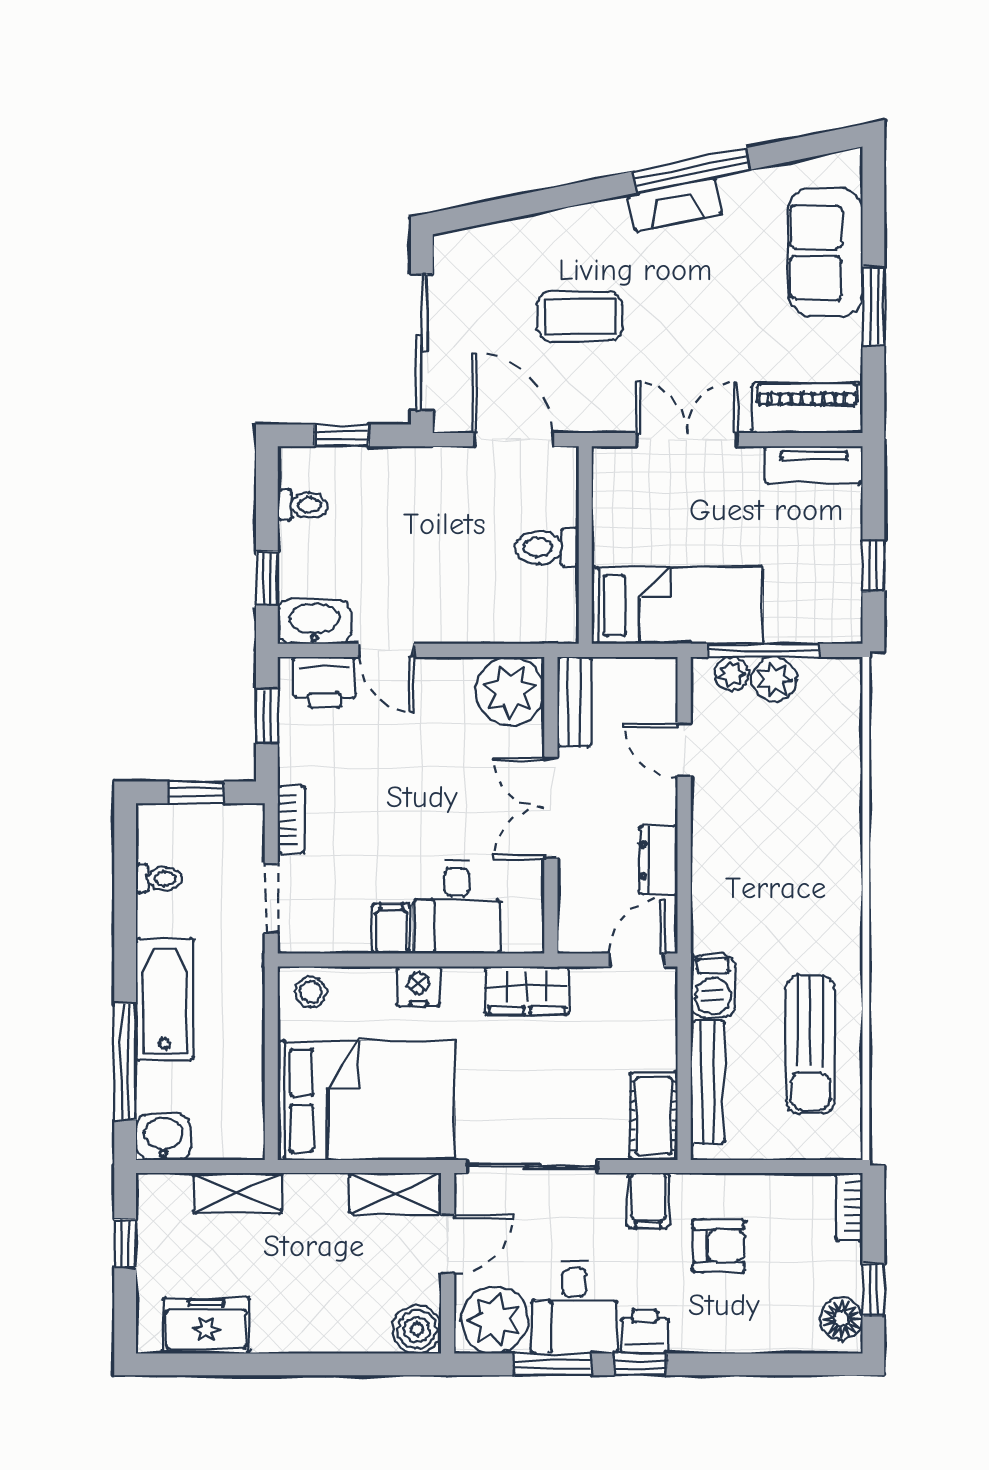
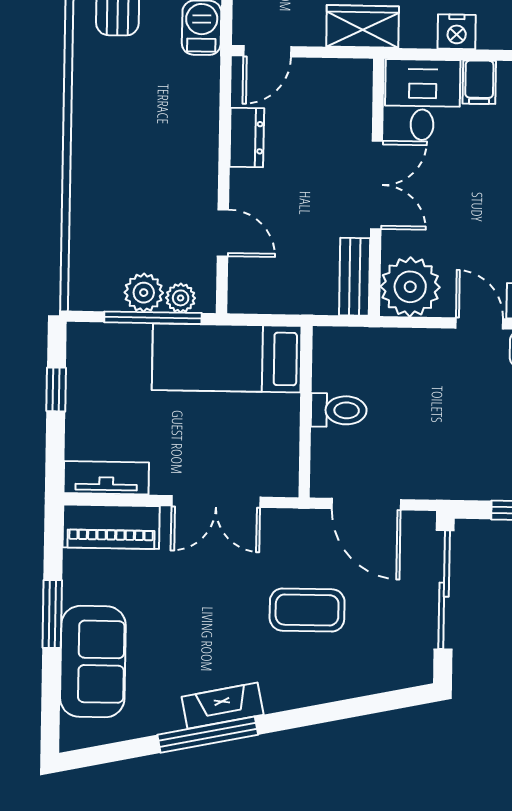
plant: (510, 691) -> (410, 287), moved
bench: (574, 702) -> (355, 277), moved
wall: (551, 805) -> (377, 187), moved
double door: (551, 808) -> (377, 185), moved

